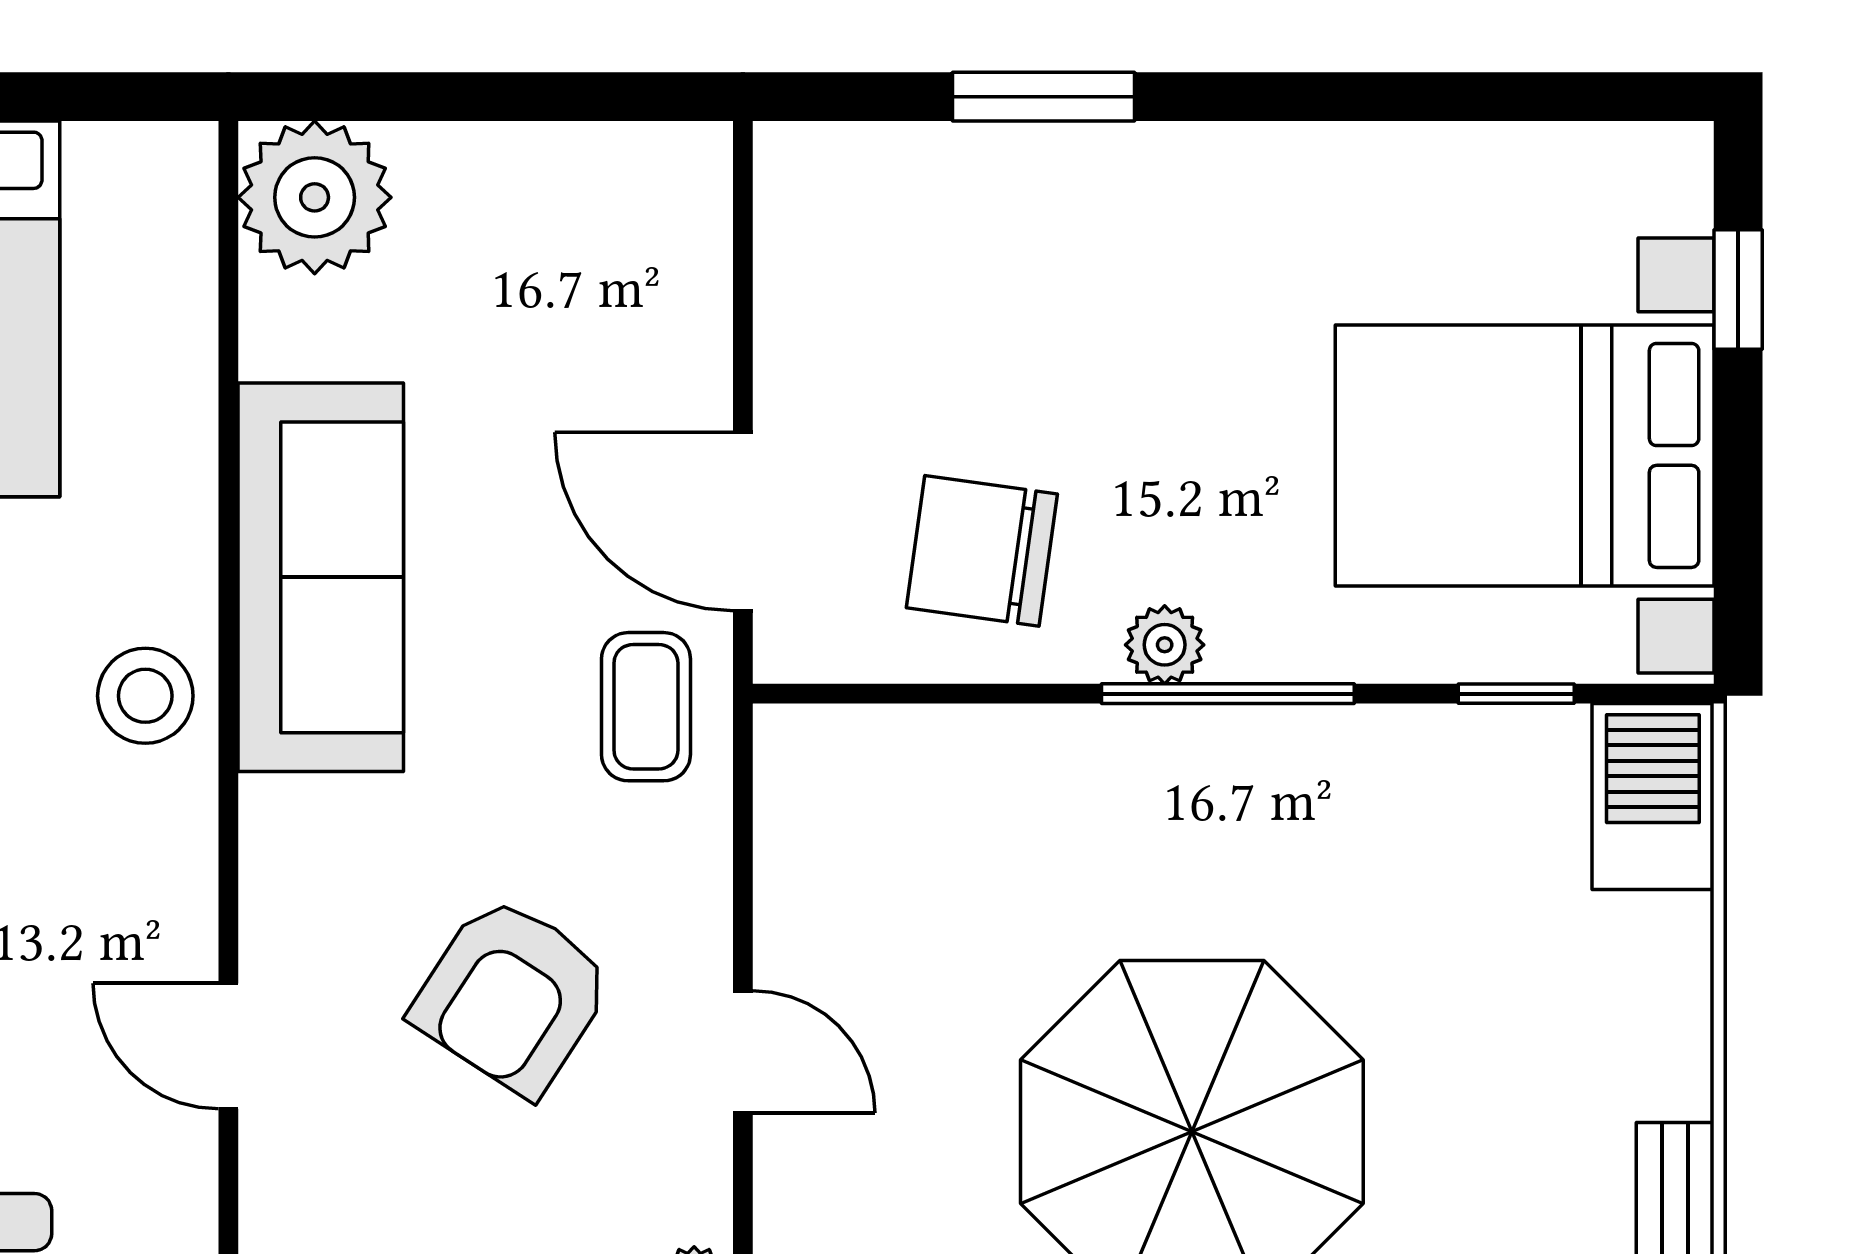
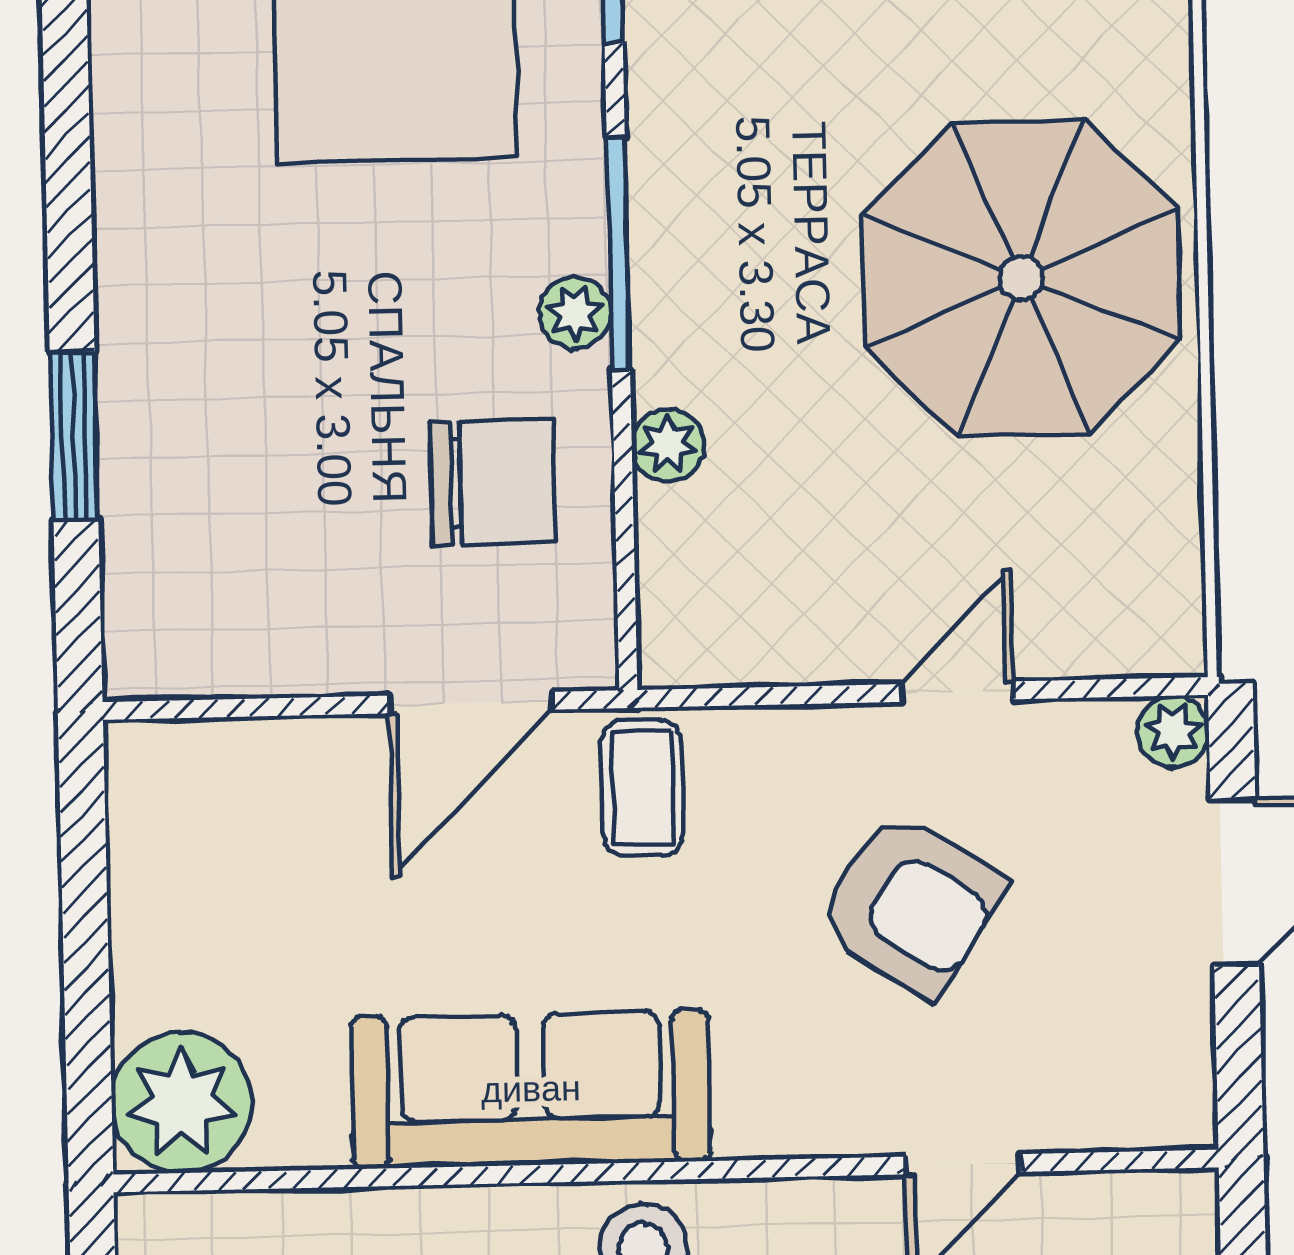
chair: (982, 551) -> (492, 483), turned -98
coffee table: (646, 707) -> (643, 788), turned 90
plant: (1018, 743) -> (668, 445), added

